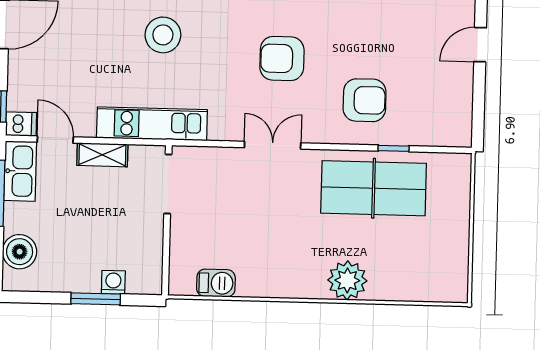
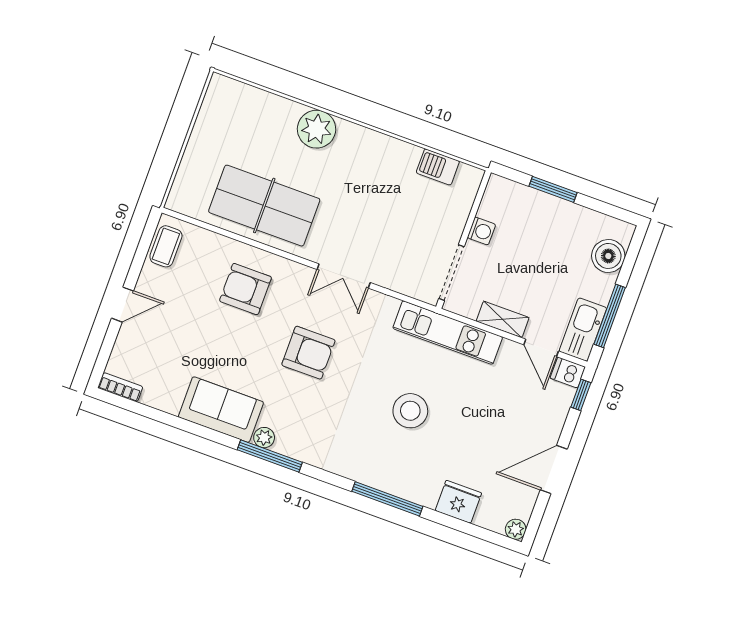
coffee table: (457, 116) -> (166, 246), added
window: (394, 148) -> (234, 236), removed
washing machine: (113, 282) -> (481, 231), moved, turned -90

